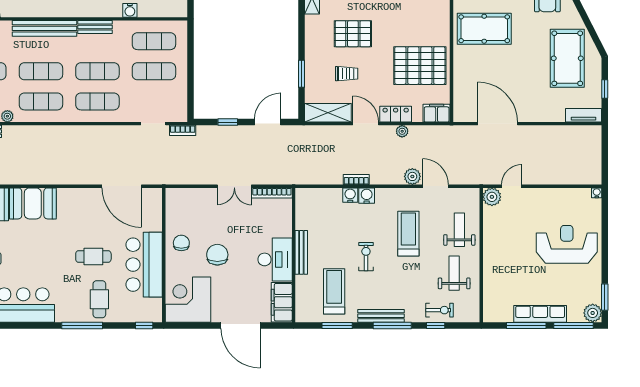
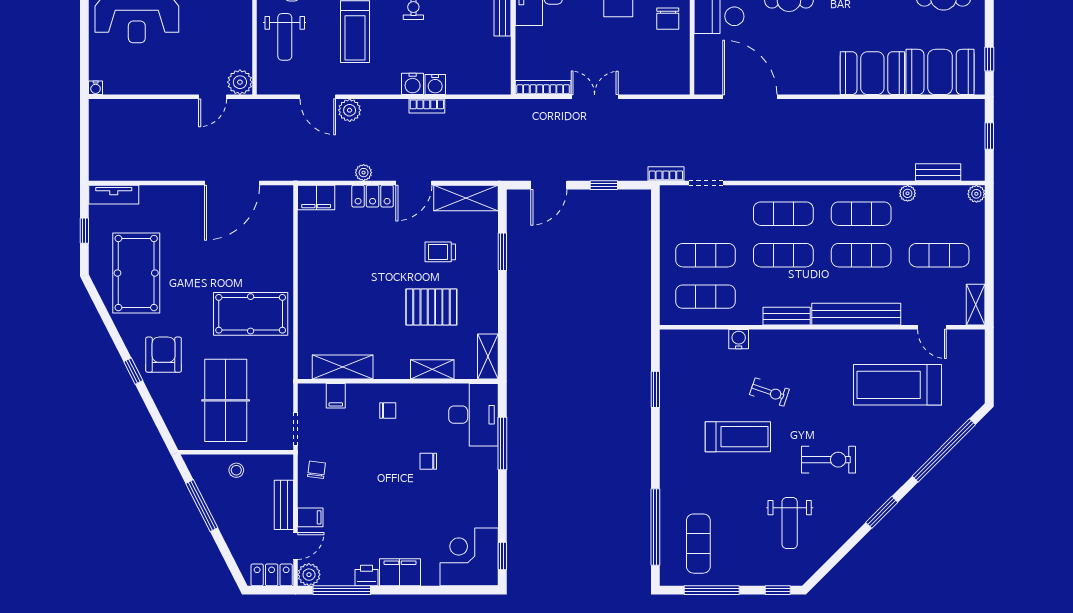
pallet: (420, 66) -> (339, 263), removed
door: (366, 124) -> (414, 183), hinge flipped
door: (498, 124) -> (232, 183), hinge flipped

